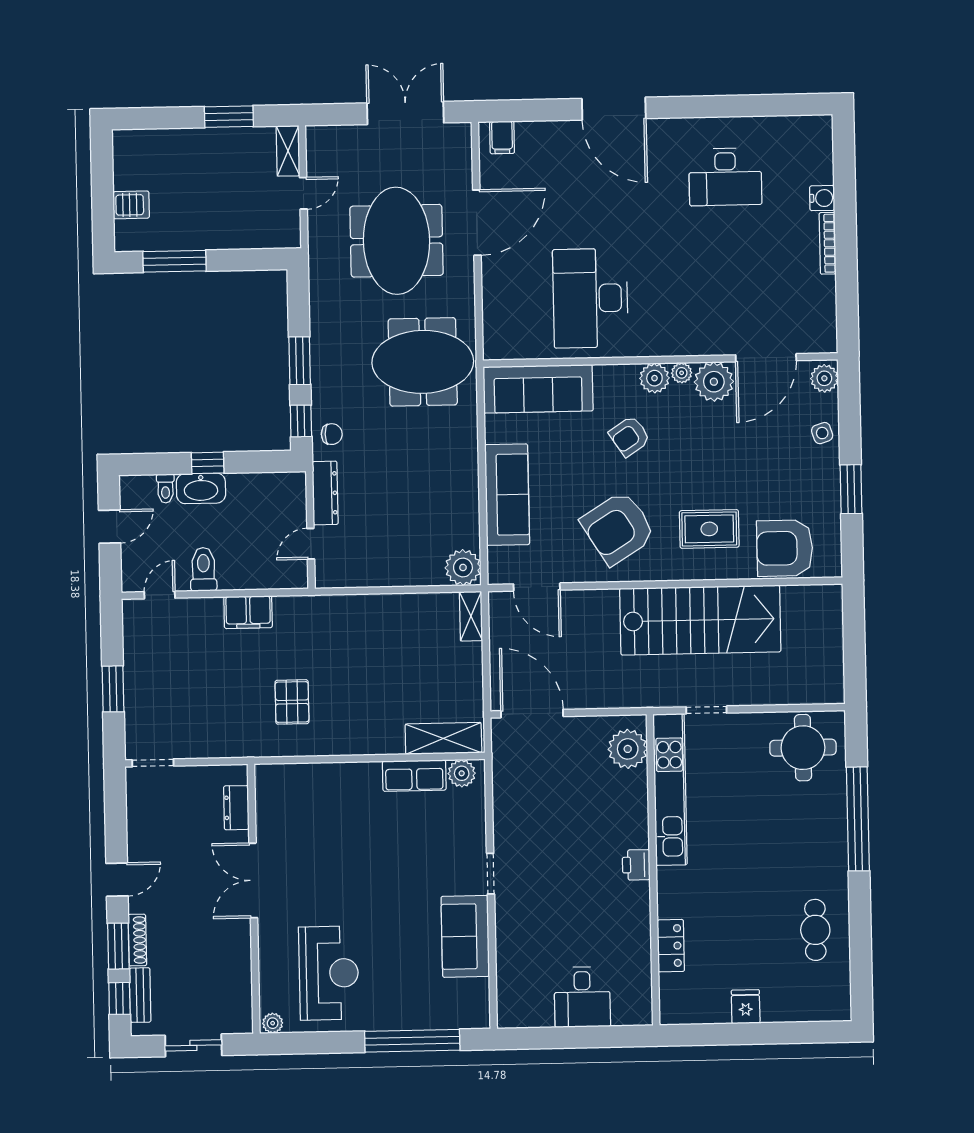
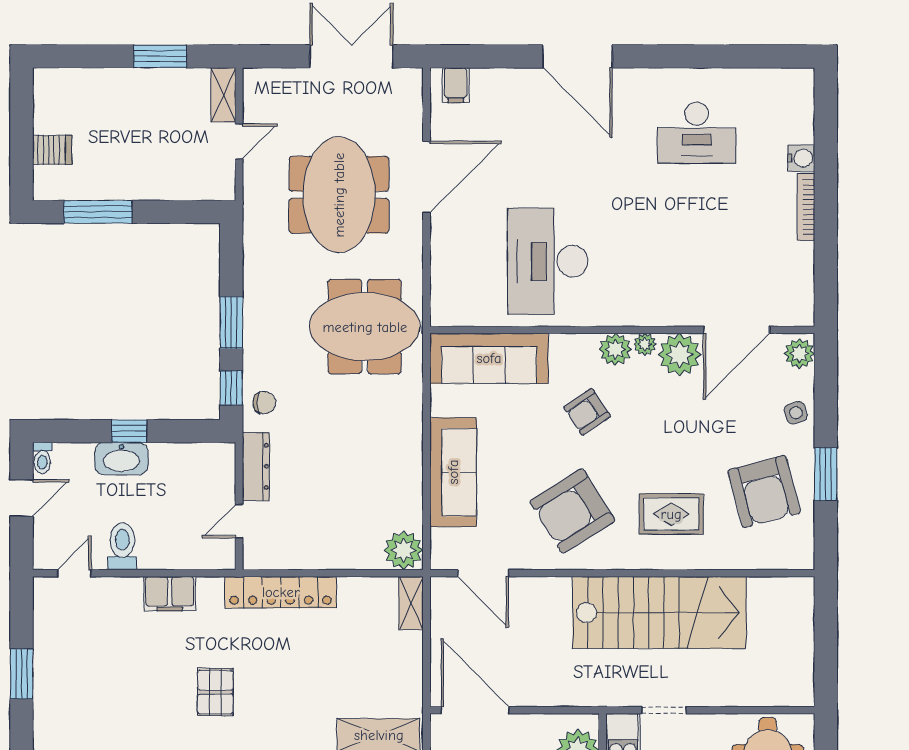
toilet: (165, 488) -> (42, 458), moved
armchair: (785, 548) -> (764, 491), moved, turned -105
locker: (350, 609) -> (281, 592), added

